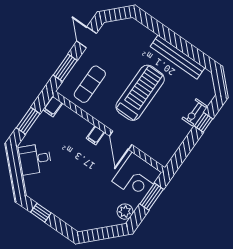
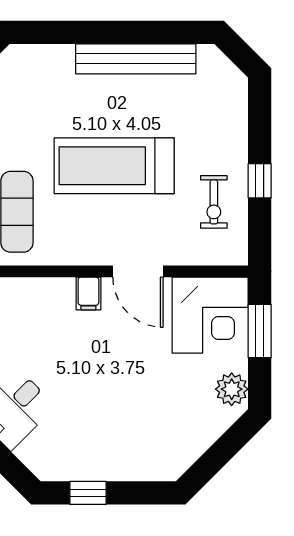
treadmill: (140, 93) -> (114, 166), turned -90
exercise bike: (194, 112) -> (214, 202), moved
window: (204, 122) -> (260, 181), moved

